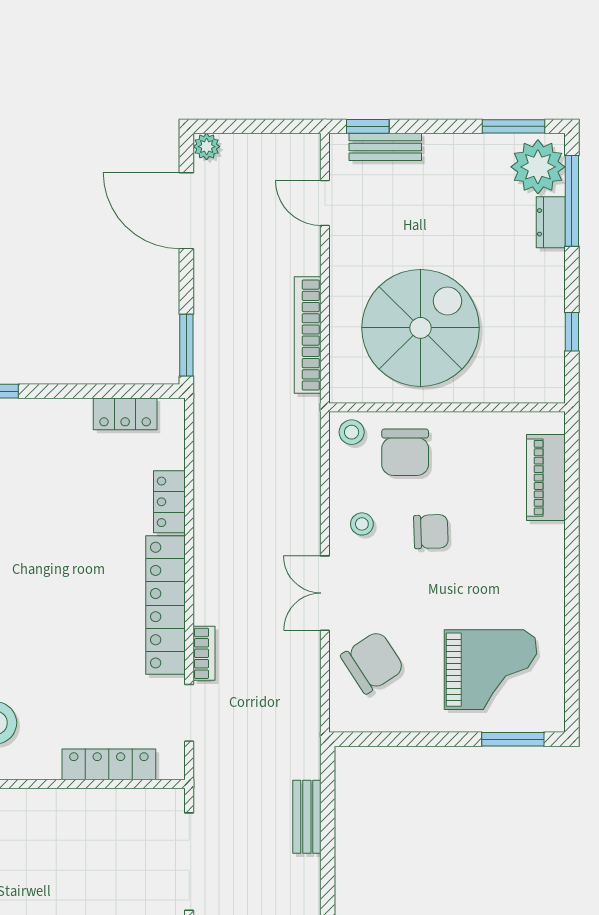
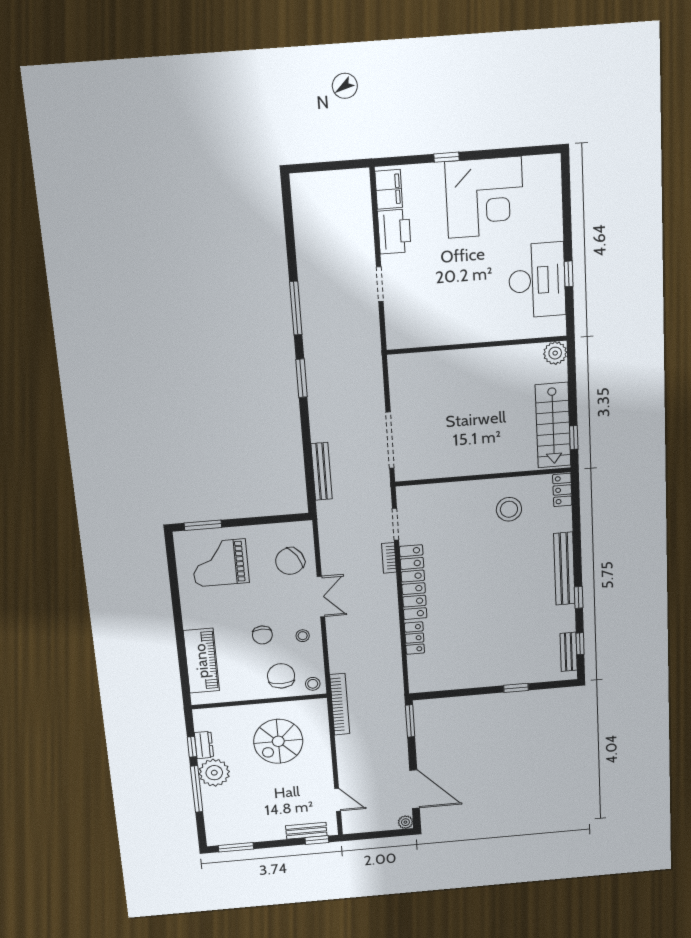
plant: (538, 167) -> (214, 773), moved
window: (572, 201) -> (197, 789), moved
dresser: (551, 222) -> (204, 745), moved
spiral stairs: (421, 328) -> (278, 741), width x0.73, depth x0.73
bookcase: (308, 335) -> (340, 704), moved
locker: (125, 414) -> (443, 682), removed
piano: (546, 478) -> (201, 661), width x1.37, depth x1.33
chair: (431, 532) -> (262, 635), turned -88
locker: (109, 764) -> (441, 491), removed
bench: (307, 817) -> (322, 471), width x1.36

